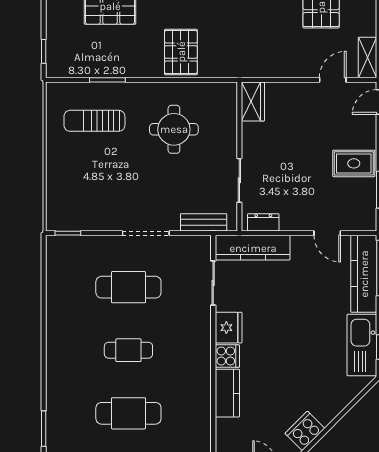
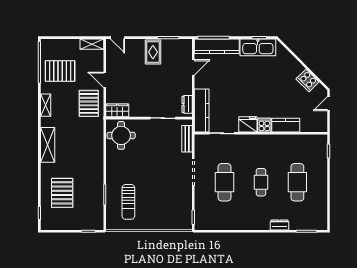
pallet: (181, 52) -> (89, 103), moved, turned 90
door: (333, 80) -> (105, 80), moved
round table: (174, 129) -> (121, 135), moved
dresser: (54, 382) -> (280, 225), added

